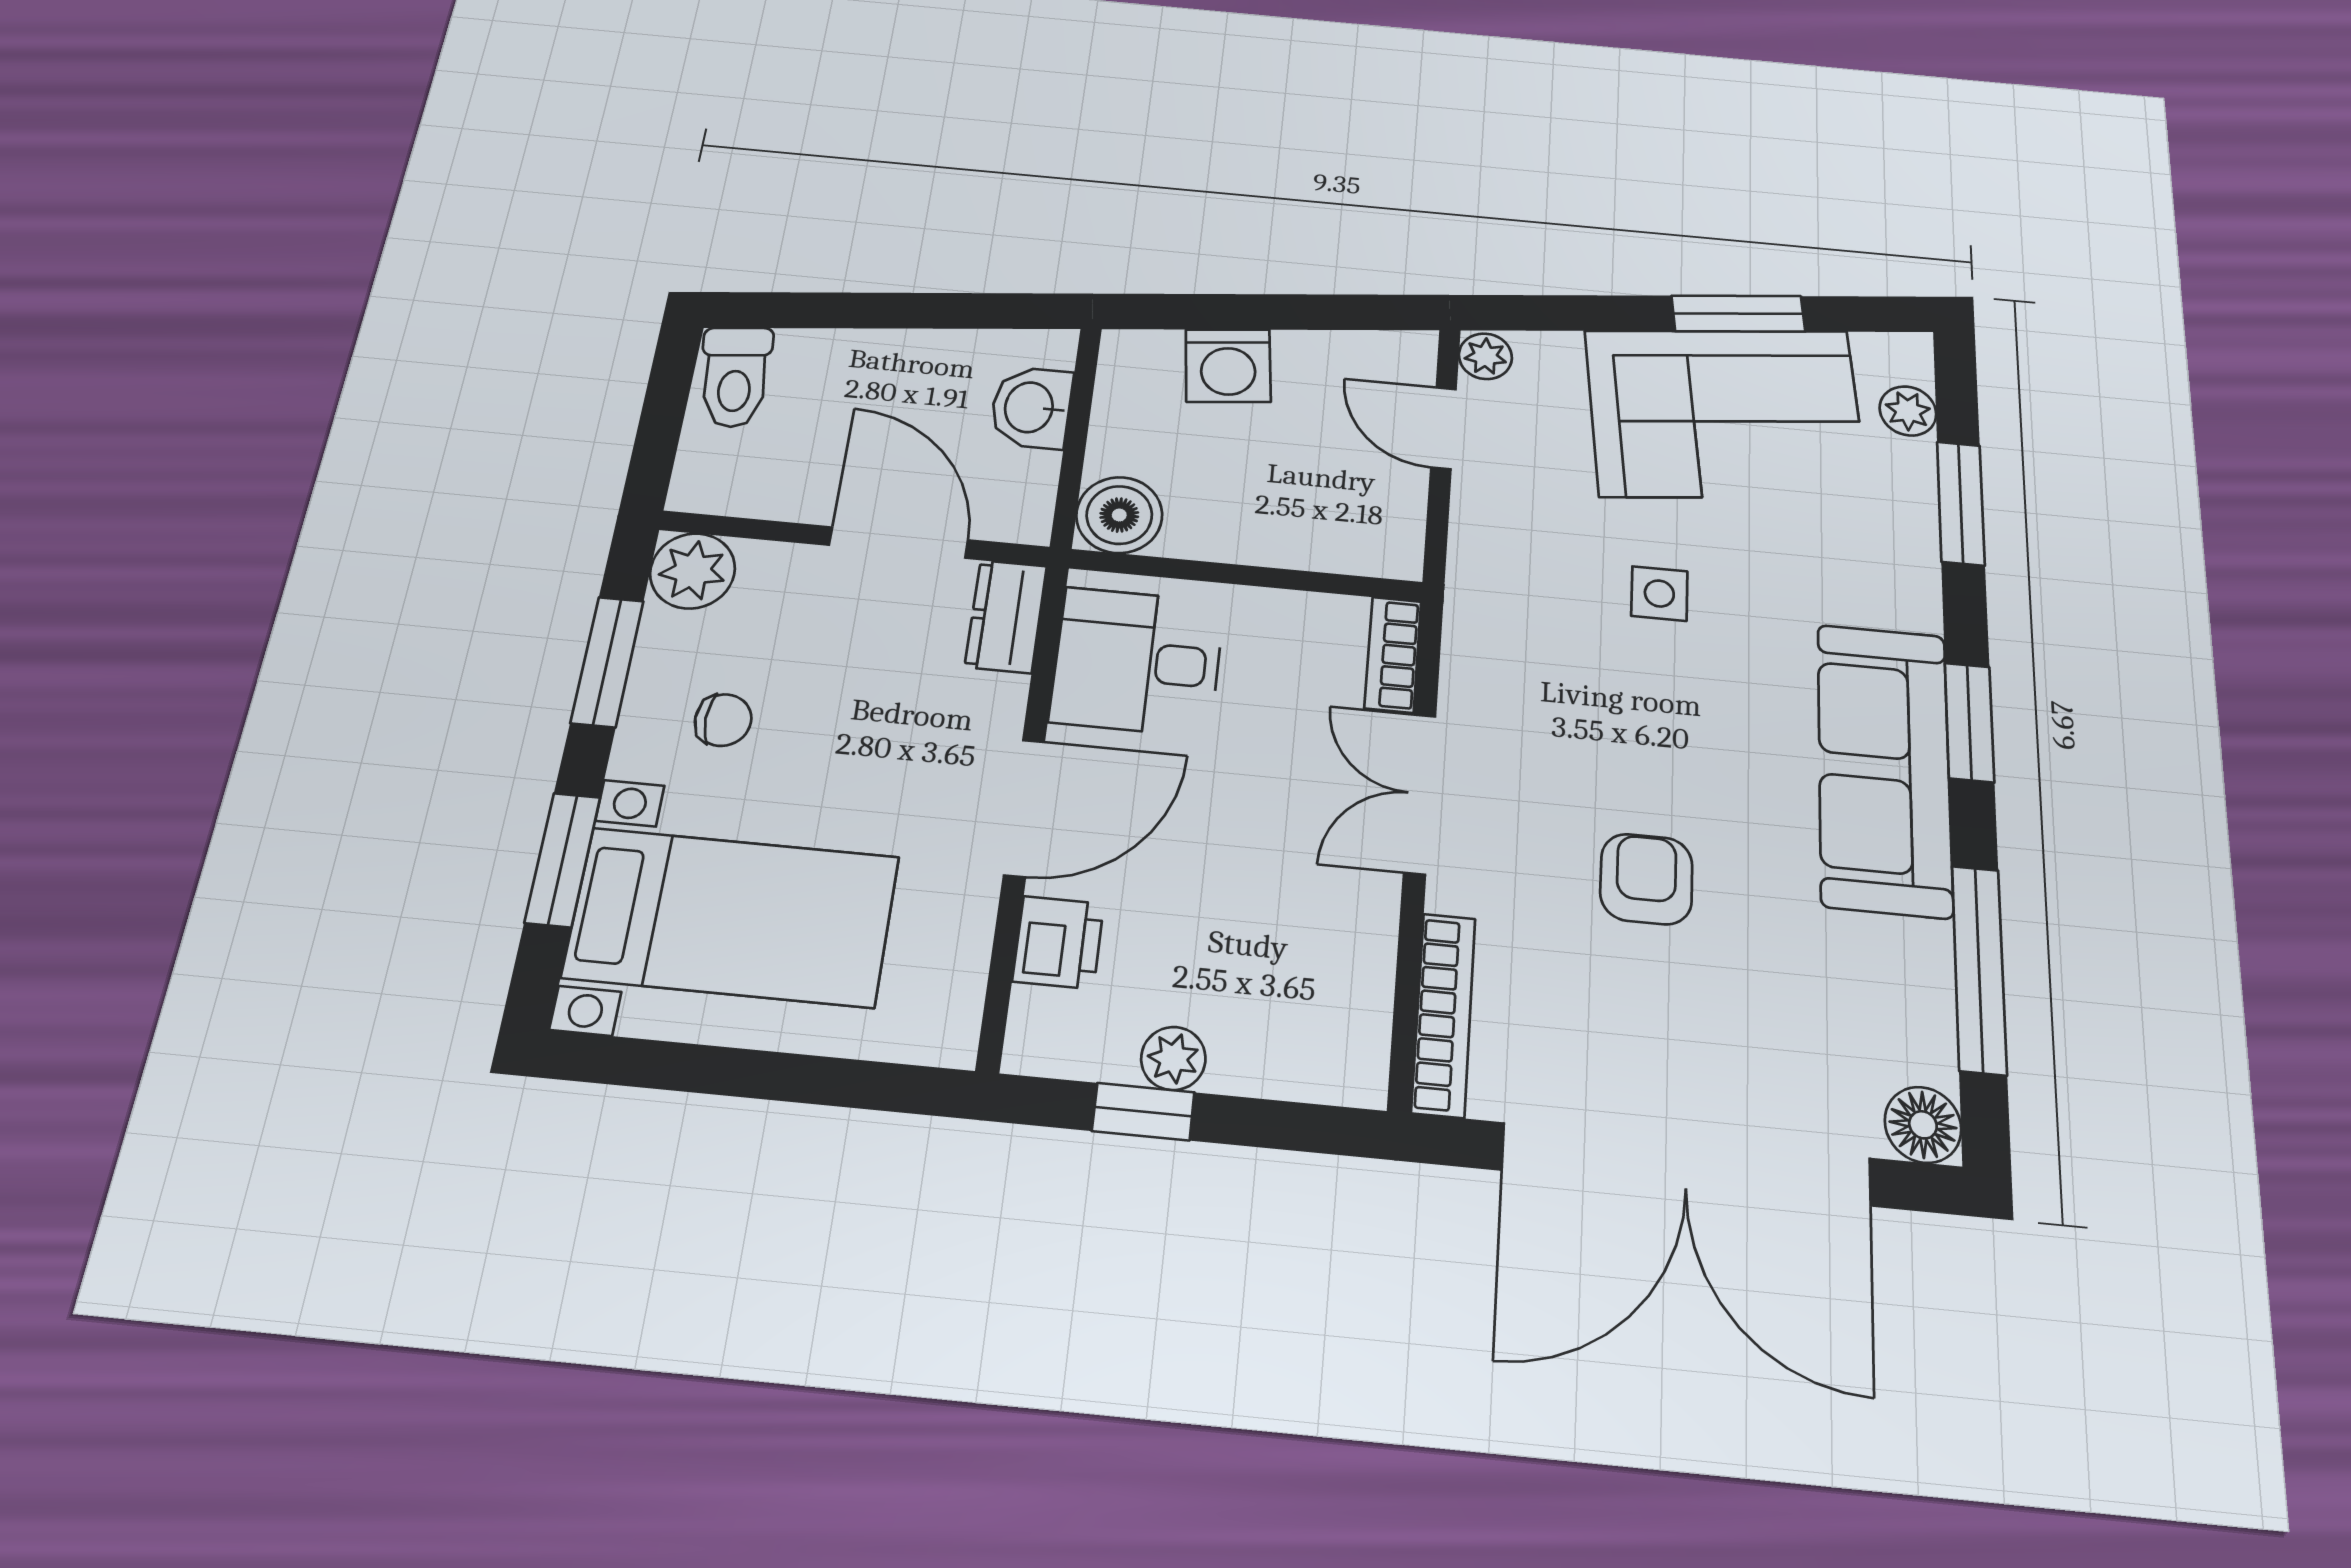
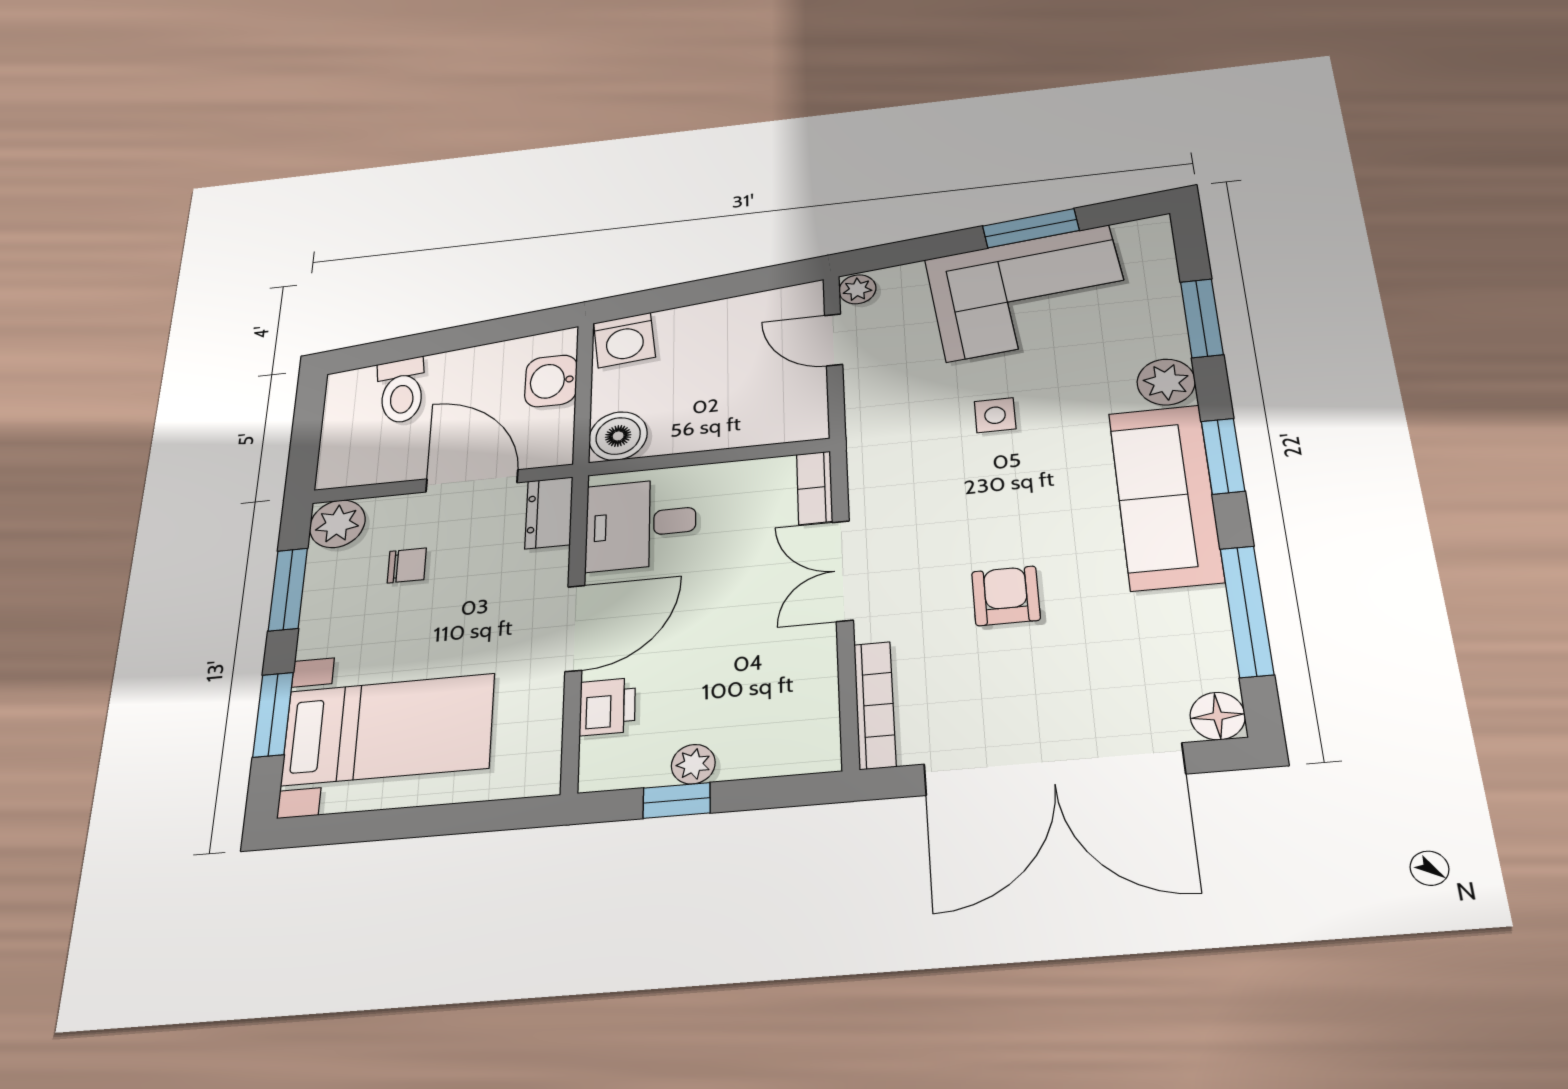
washing machine: (1228, 366) -> (624, 340), moved
toilet: (735, 377) -> (401, 391), moved
plant: (1908, 411) -> (1166, 382), moved, width x1.38, depth x1.38
chair: (723, 720) -> (407, 565), moved

